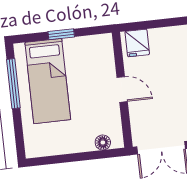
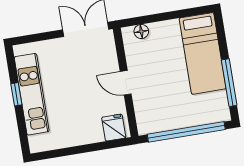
window: (61, 34) -> (186, 132), width x3.17
bed: (48, 81) -> (203, 53), moved, turned 180

